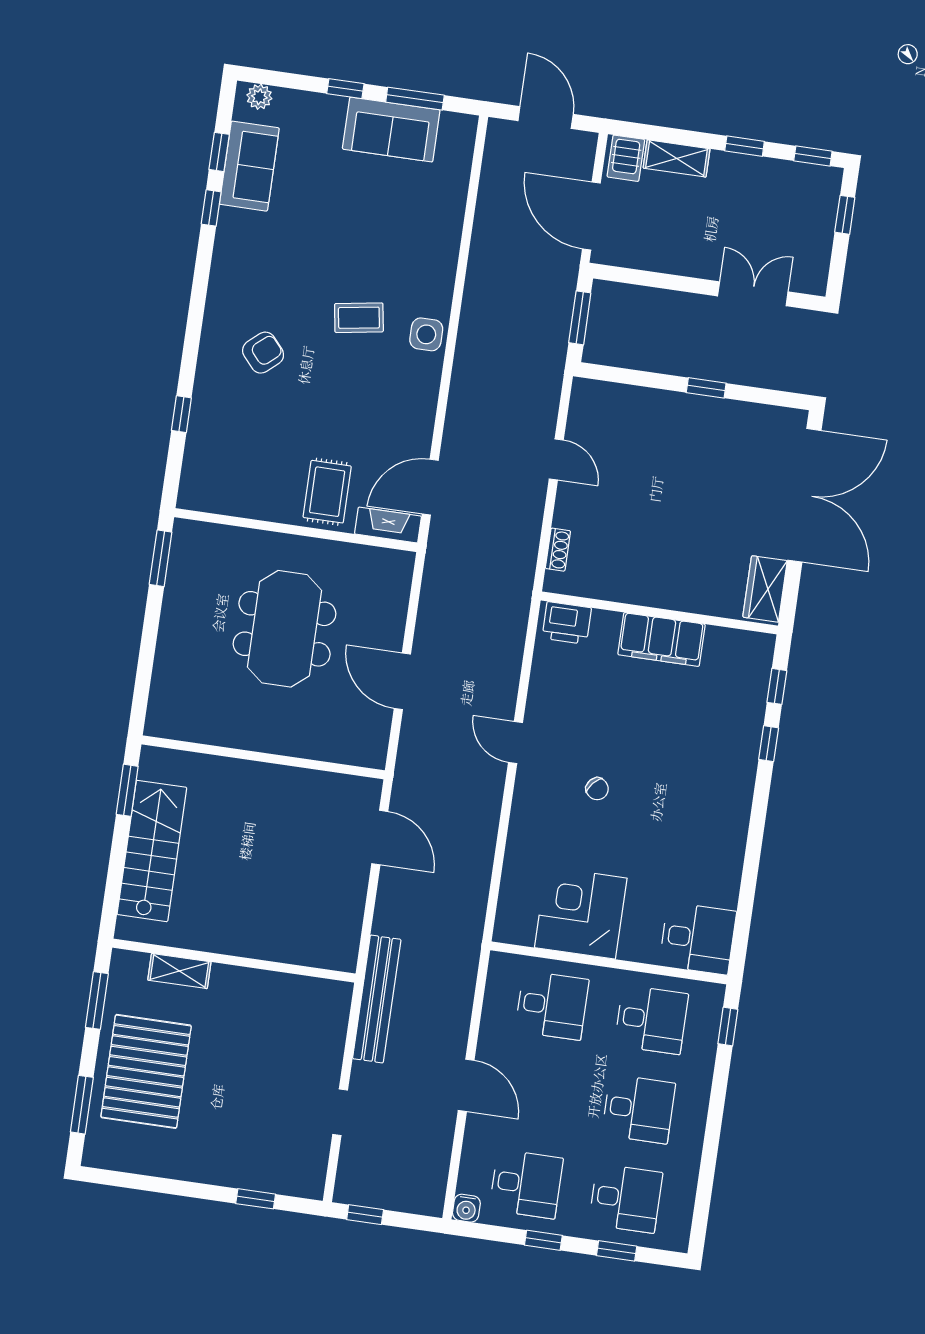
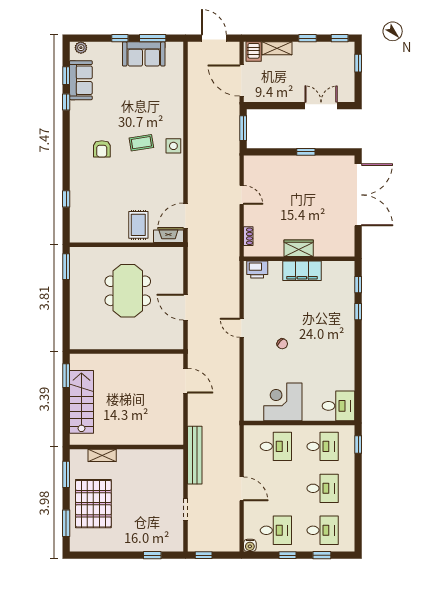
armchair: (263, 353) -> (102, 149), moved, turned 131
wardrobe: (765, 589) -> (299, 248), moved, turned 90

